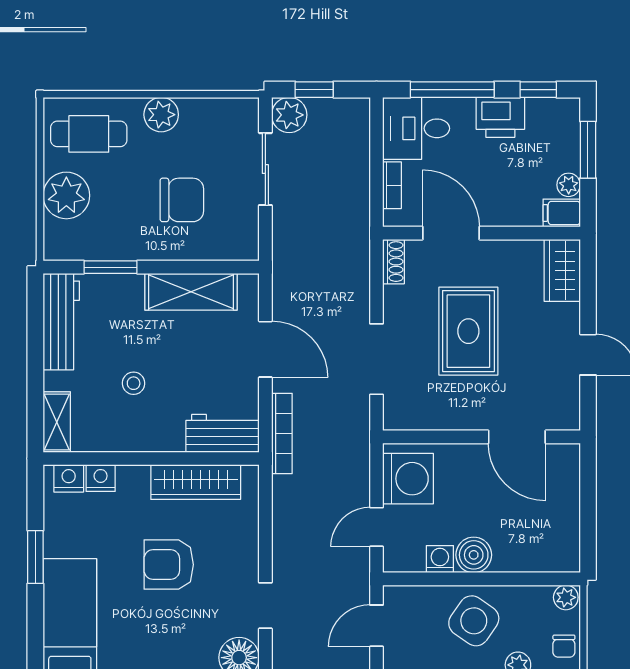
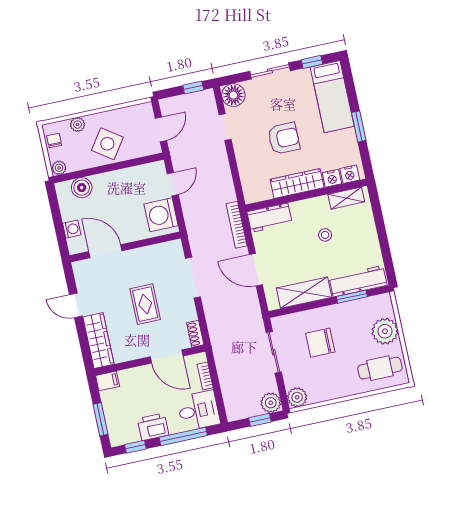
plant: (161, 115) -> (297, 397), moved
sliding door: (265, 169) -> (274, 352), moved
plant: (569, 185) -> (107, 397), removed
wardrobe: (562, 270) -> (98, 341), width x1.50
workbench: (61, 322) -> (358, 281), moved, turned 90
rug: (468, 331) -> (145, 304), width x0.73, depth x0.70
shelving: (57, 422) -> (346, 198), moved, turned 90
wardrobe: (196, 482) -> (297, 183), moved
boiler: (474, 555) -> (82, 188), moved
washing machine: (440, 559) -> (72, 229), moved, turned -90

